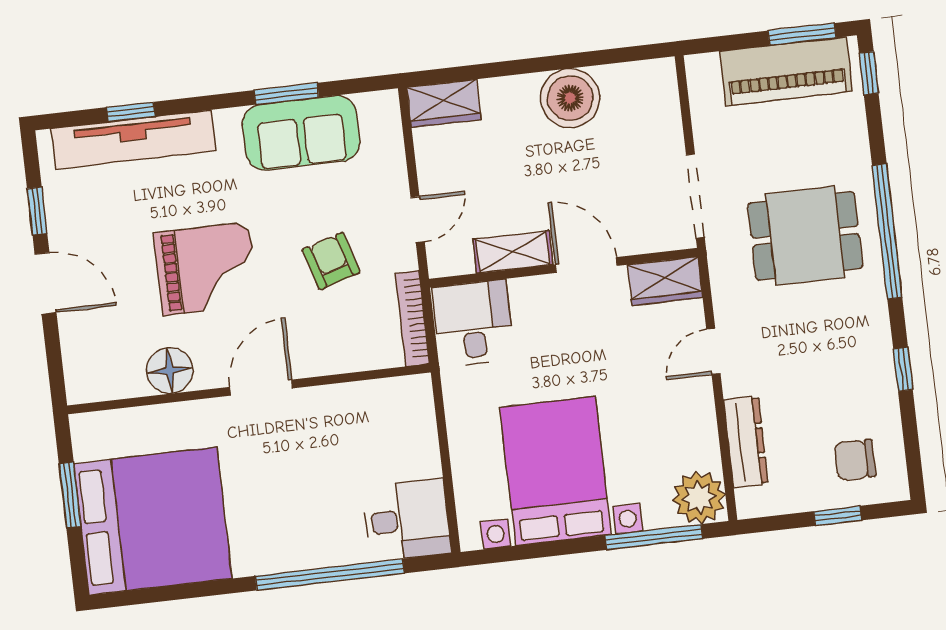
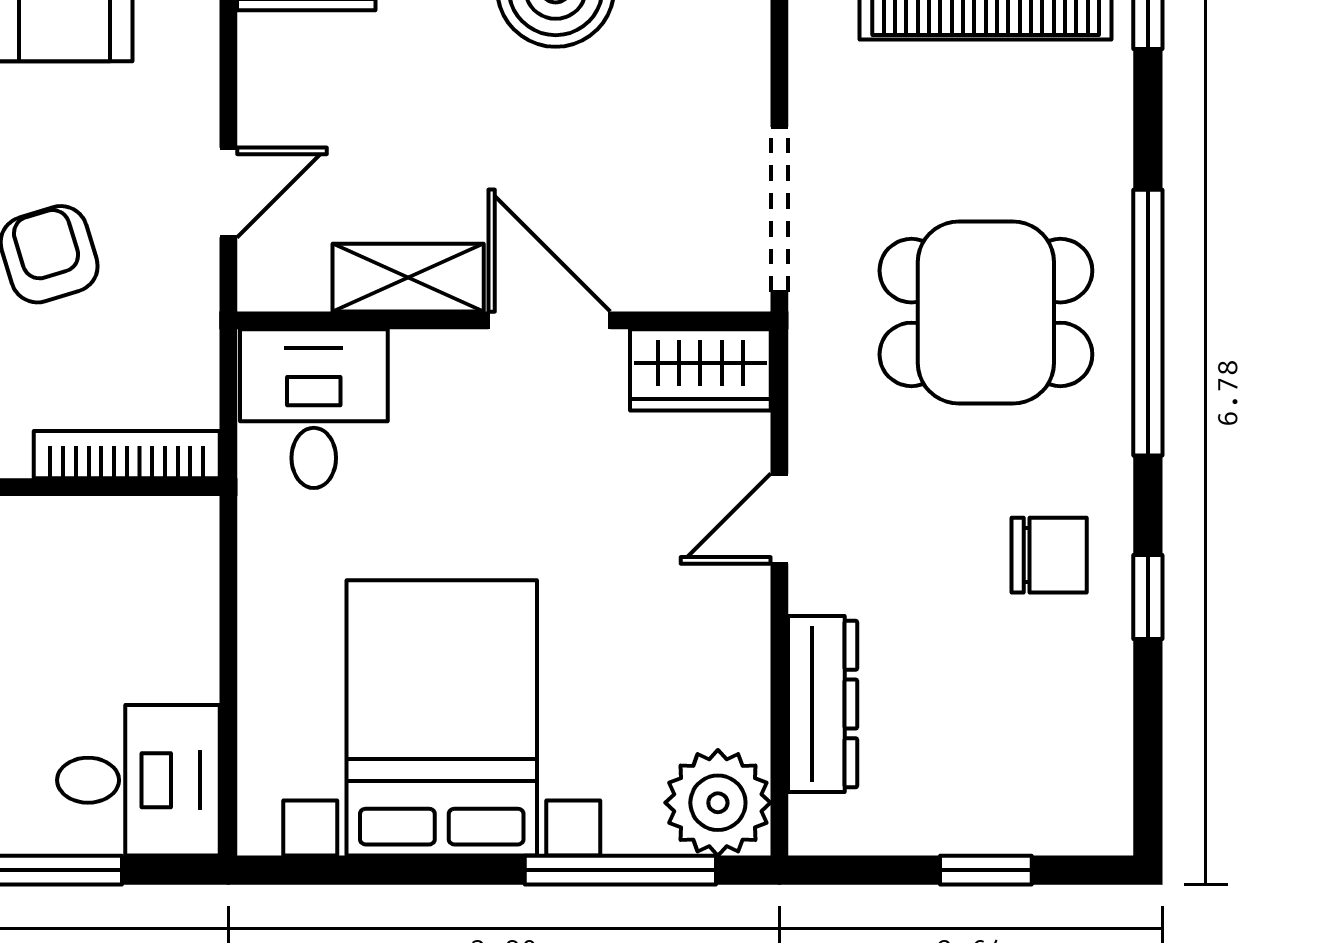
bookcase: (413, 318) -> (127, 455), moved, turned 90
chair: (855, 460) -> (1049, 555), moved, turned 180

